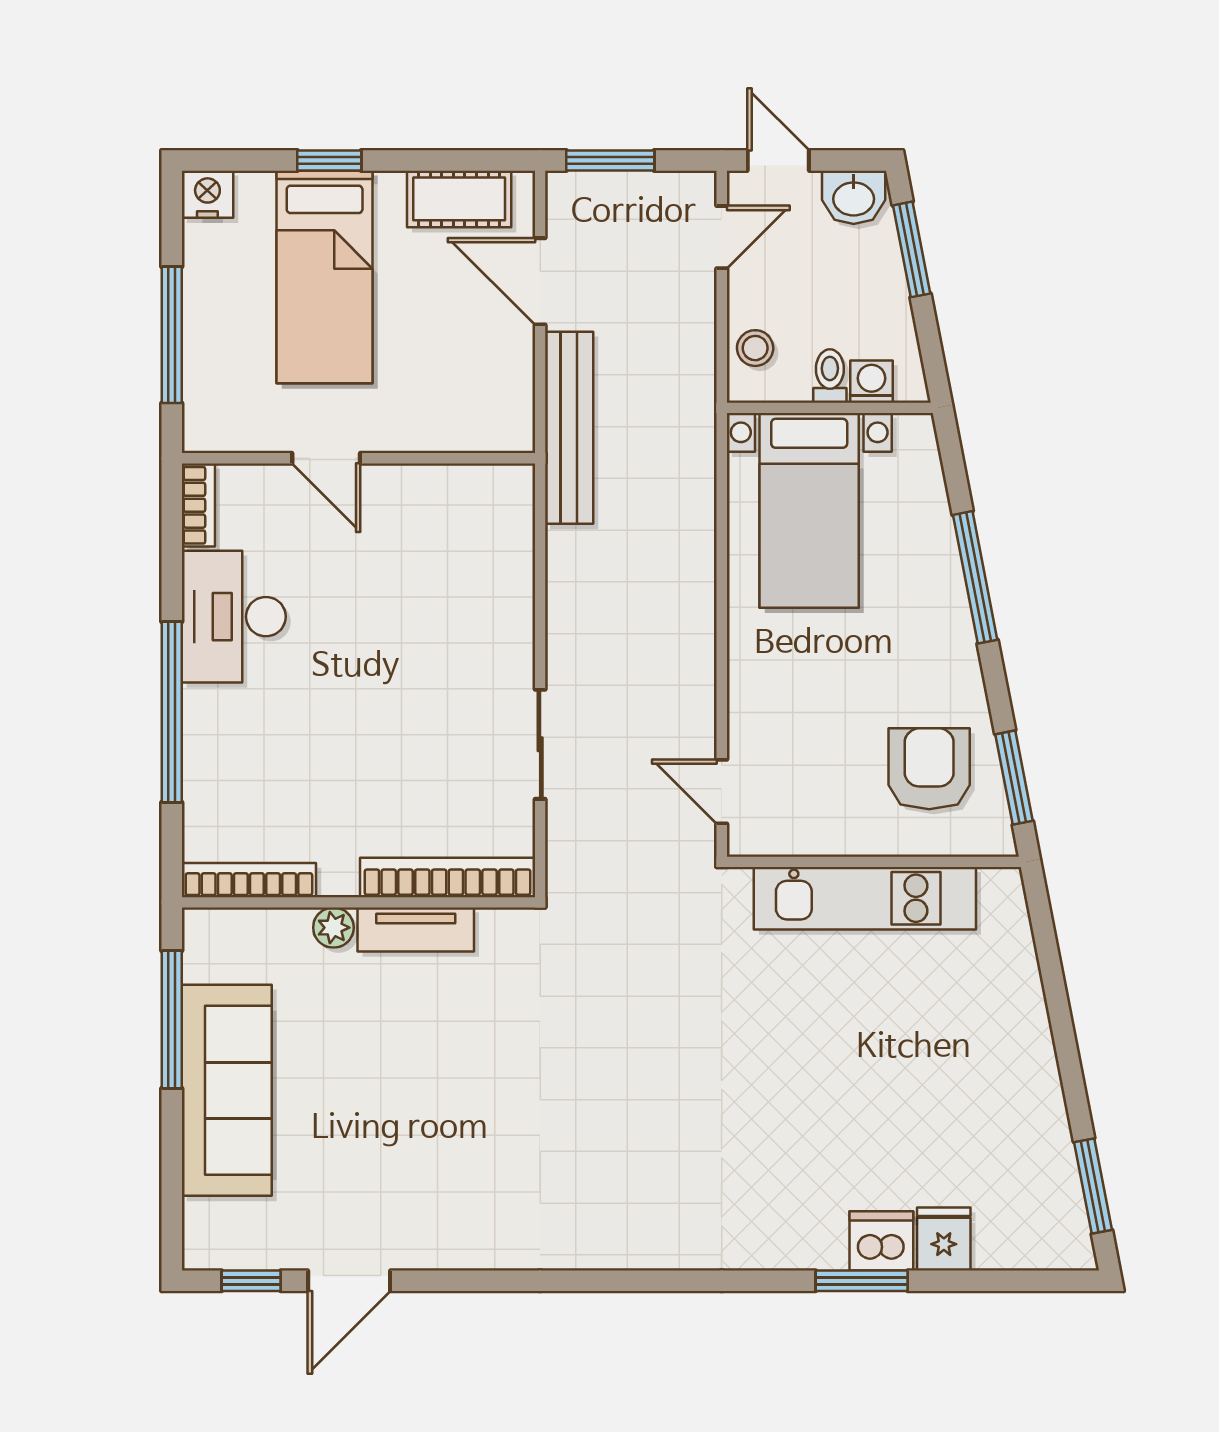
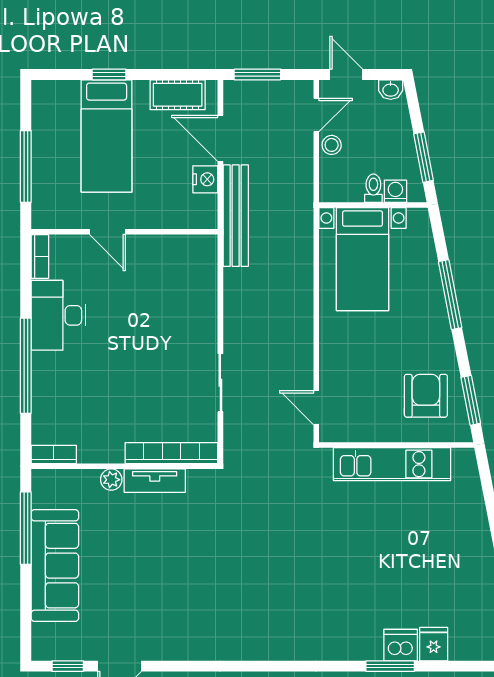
nightstand: (207, 194) -> (205, 179), moved, turned 90
washbasin: (854, 197) -> (391, 90), width x0.72, depth x0.69
window: (912, 249) -> (424, 157), moved
stool: (755, 348) -> (332, 145), moved
bookcase: (249, 880) -> (54, 455), width x0.64

